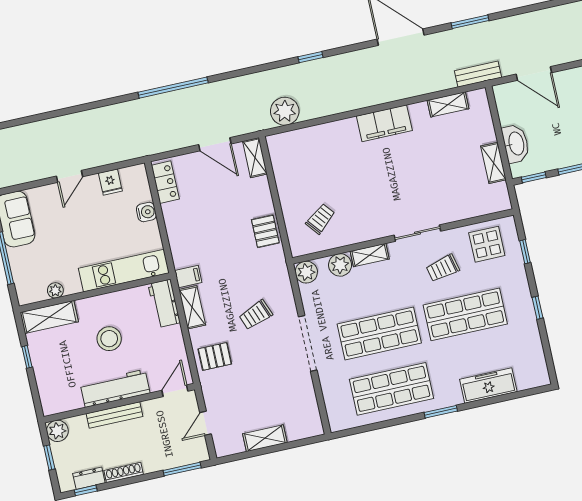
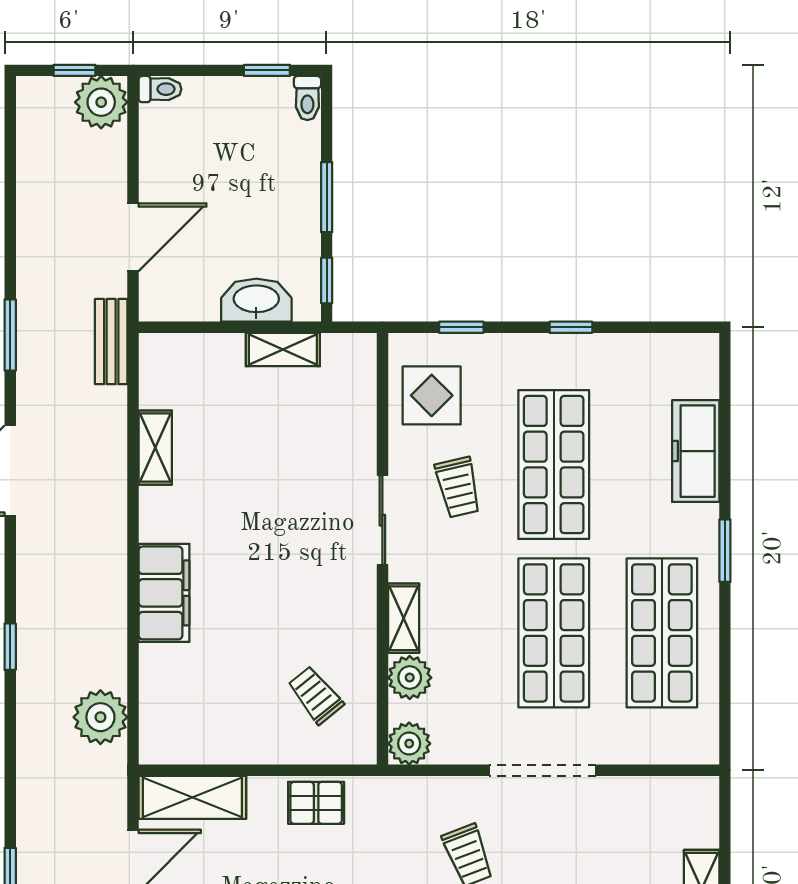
shelving: (448, 104) -> (155, 448), moved
filing cabinet: (384, 123) -> (164, 593), moved
shelving: (255, 158) -> (192, 797), width x1.50, depth x1.33

